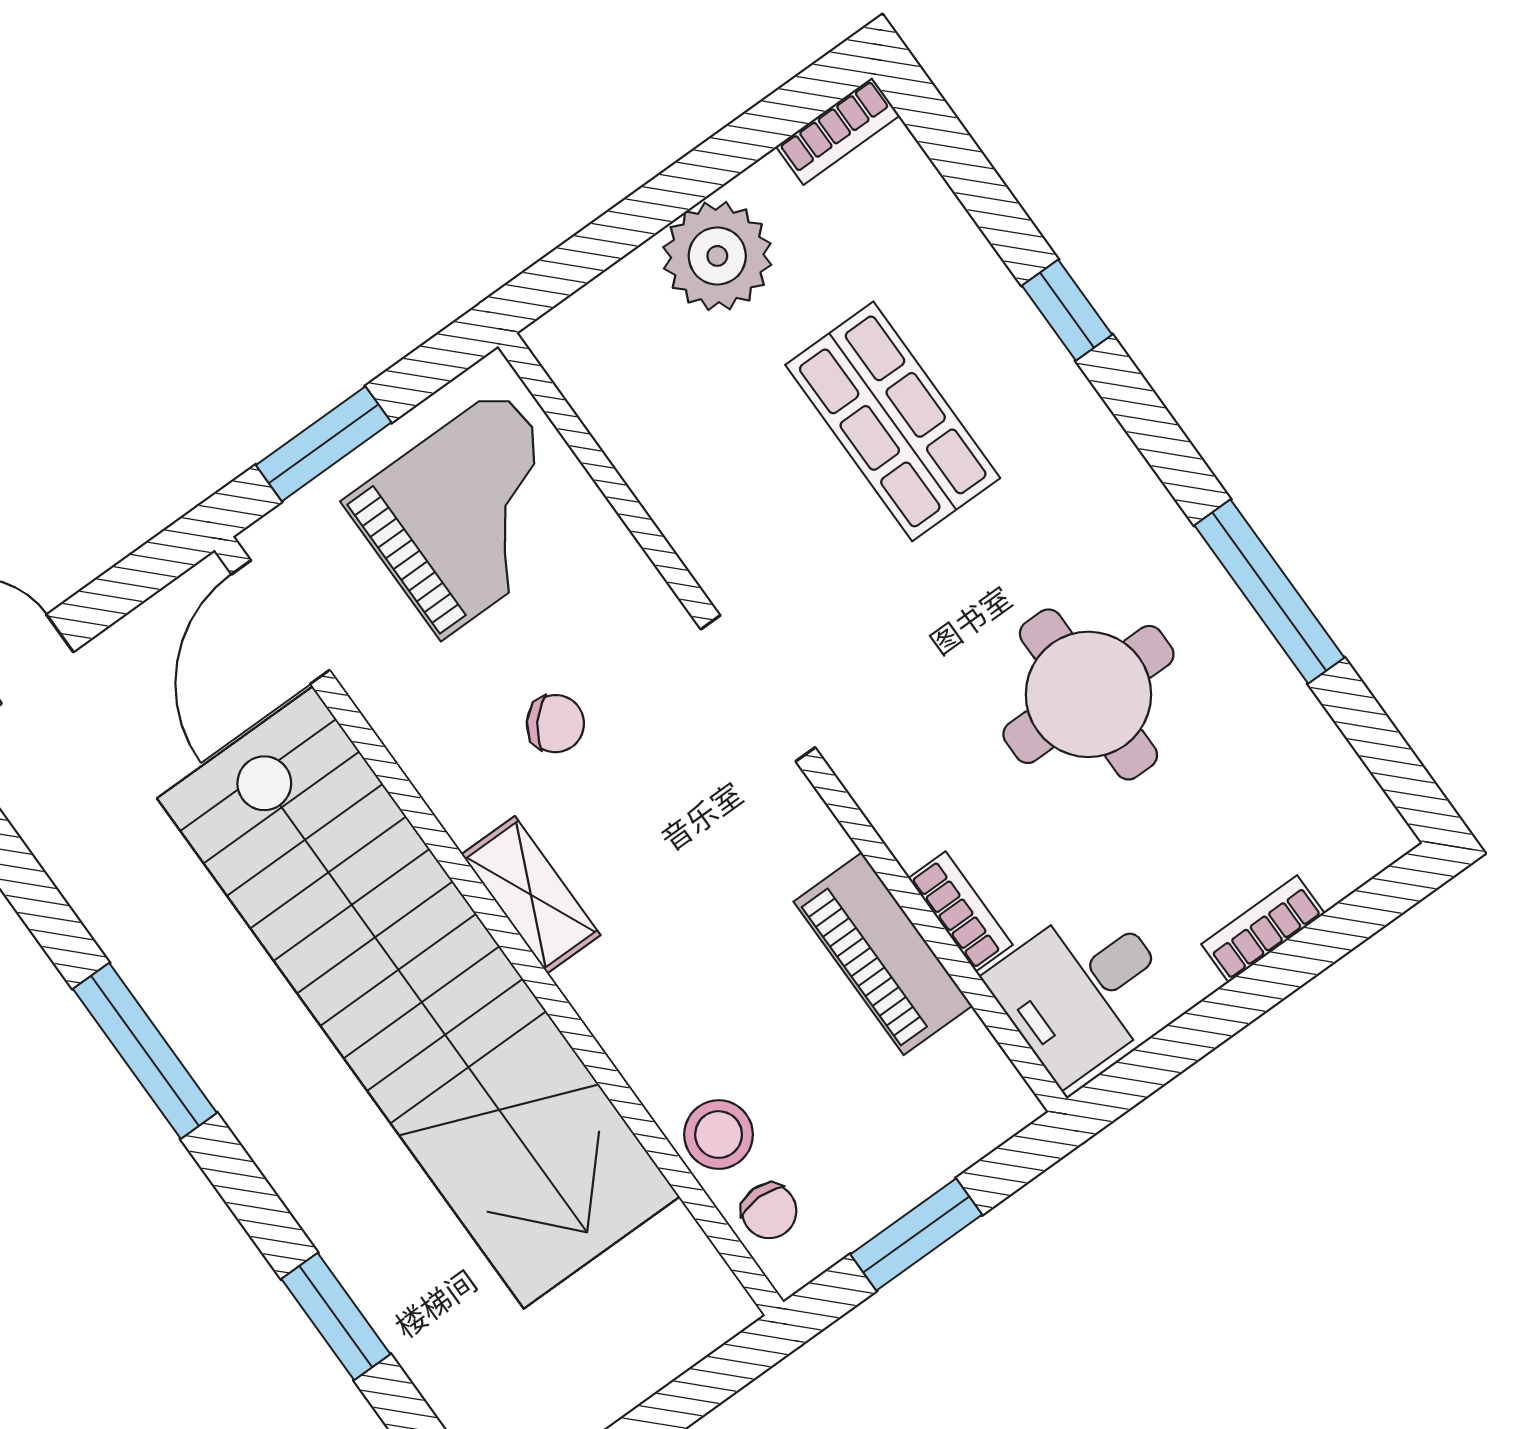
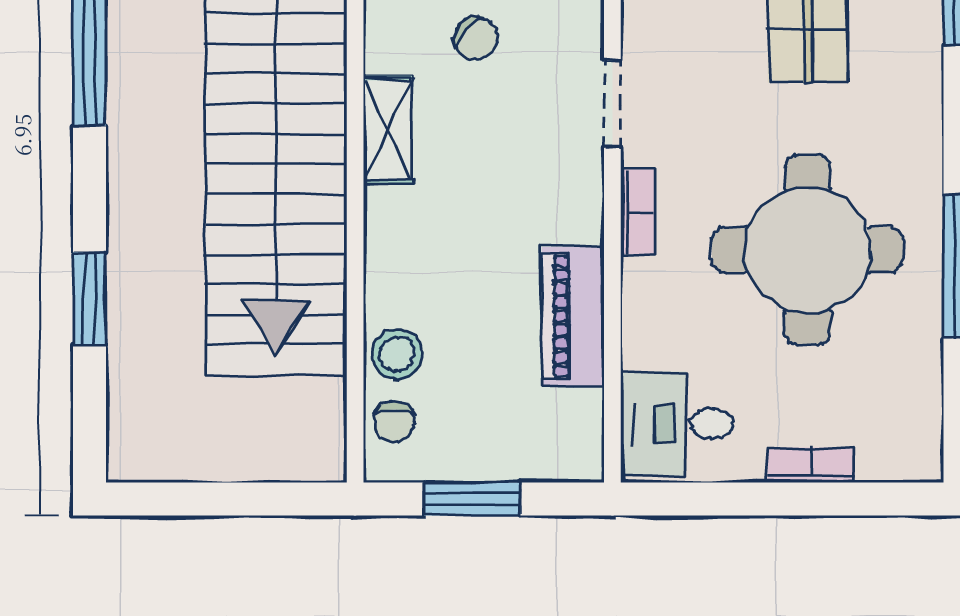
doorway: (758, 688) -> (612, 104), width x0.73
round table: (1088, 694) -> (808, 250), width x1.36, depth x1.36
bookcase: (961, 912) -> (638, 212), moved

